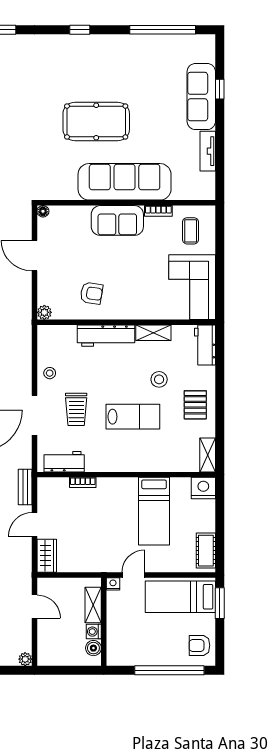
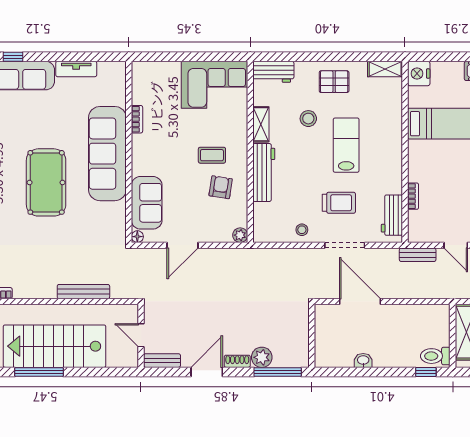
sofa: (117, 220) -> (147, 203), moved
coffee table: (191, 231) -> (212, 155), moved

